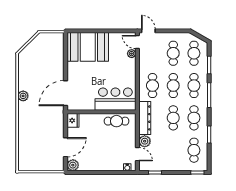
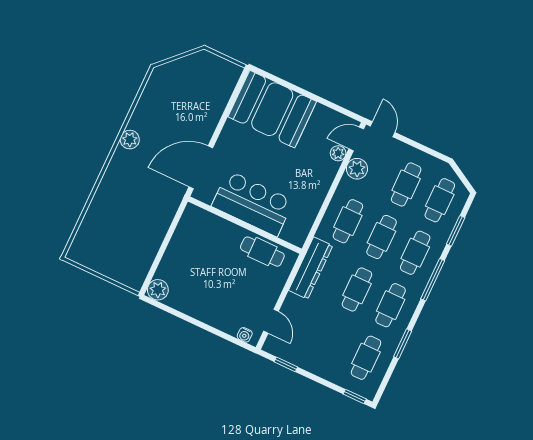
door: (137, 42) -> (356, 139), hinge flipped
bar counter: (115, 99) -> (253, 203), moved
fridge: (73, 120) -> (192, 217), removed
plant: (145, 141) -> (357, 169), moved
door: (66, 147) -> (160, 255), removed

